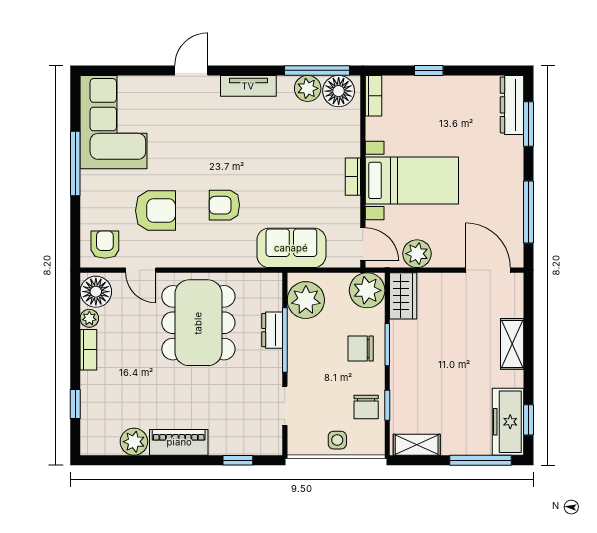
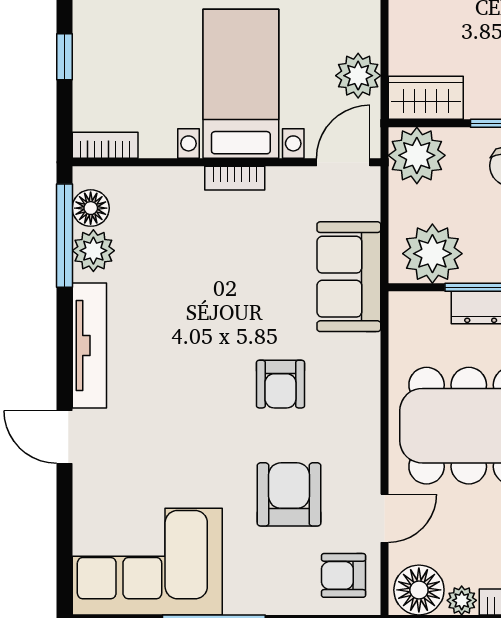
tv unit: (248, 86) -> (89, 345), width x1.41
floor lamp: (339, 91) -> (91, 208), width x0.73, depth x0.73

